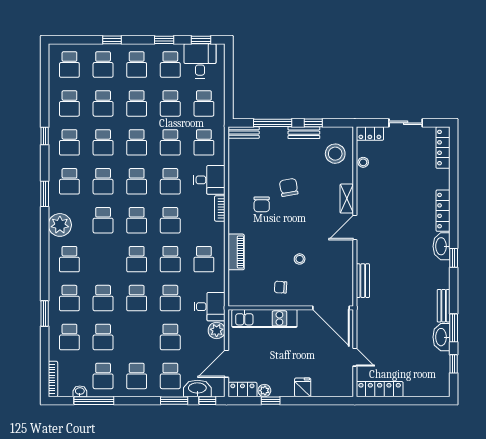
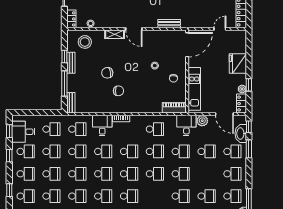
piano: (236, 252) -> (174, 108), moved
fridge: (303, 387) -> (238, 64), width x1.88, depth x1.34

